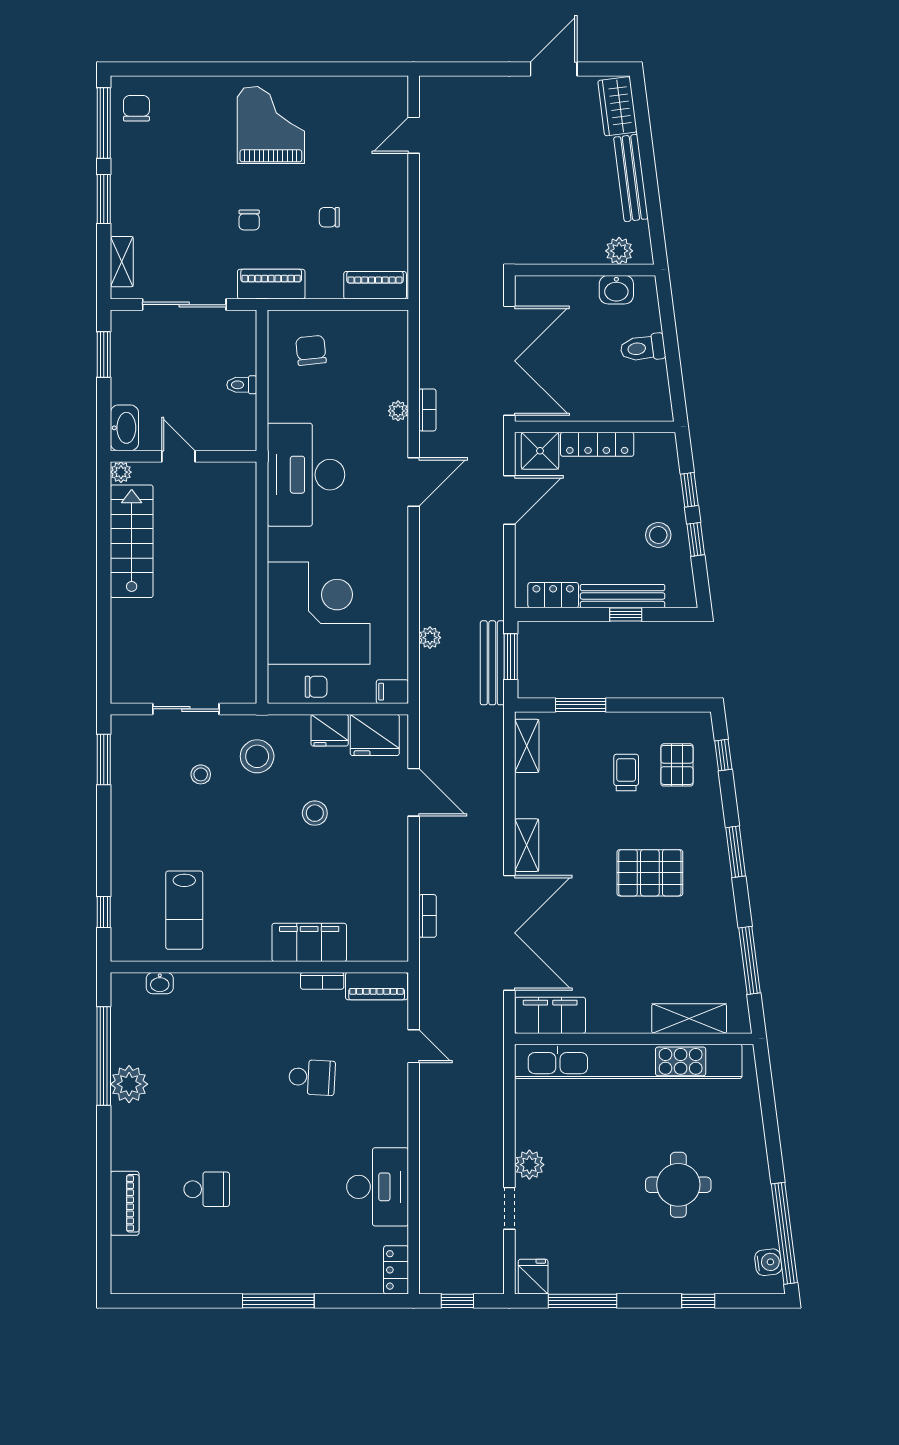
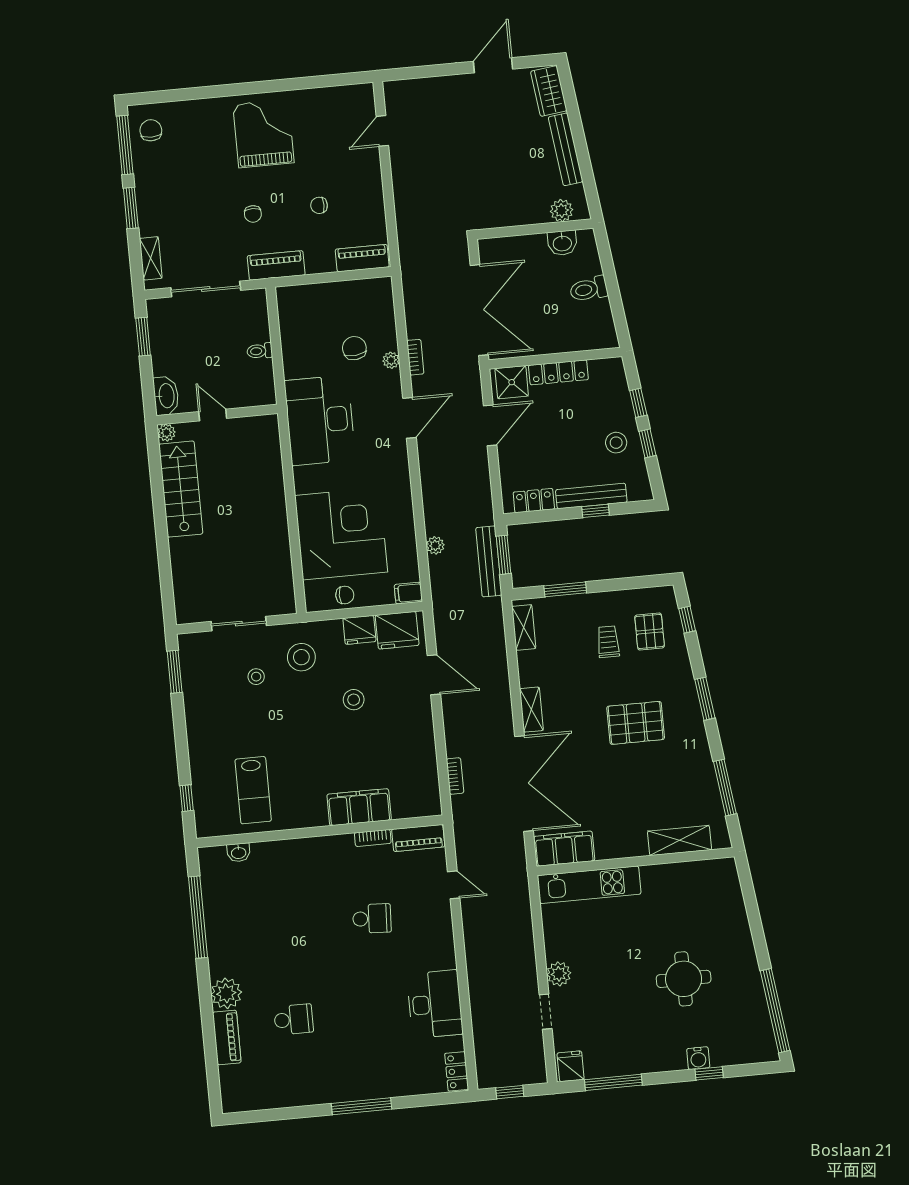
chair: (311, 350) -> (354, 348), moved
kitchen unit: (628, 1061) -> (589, 885), width x0.54
plant: (129, 1084) -> (226, 993), moved
water cooler: (768, 1262) -> (698, 1058), moved, turned 97

